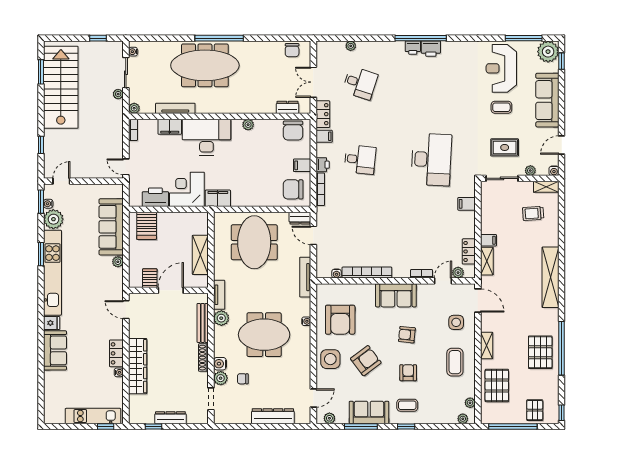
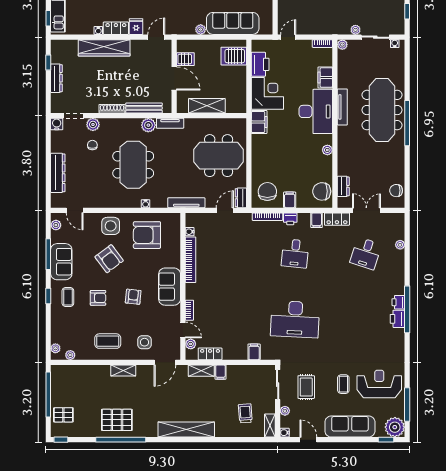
tv unit: (175, 108) -> (342, 107), moved
fridge: (115, 332) -> (136, 27), added
water cooler: (220, 364) -> (57, 124), moved
pallet: (497, 386) -> (86, 380), removed

